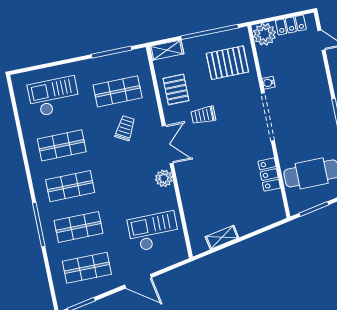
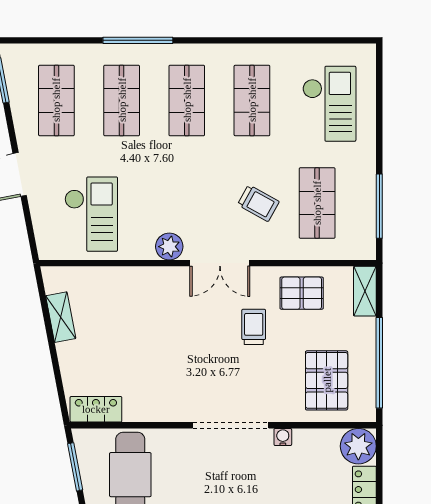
locker: (269, 175) -> (96, 409), moved

